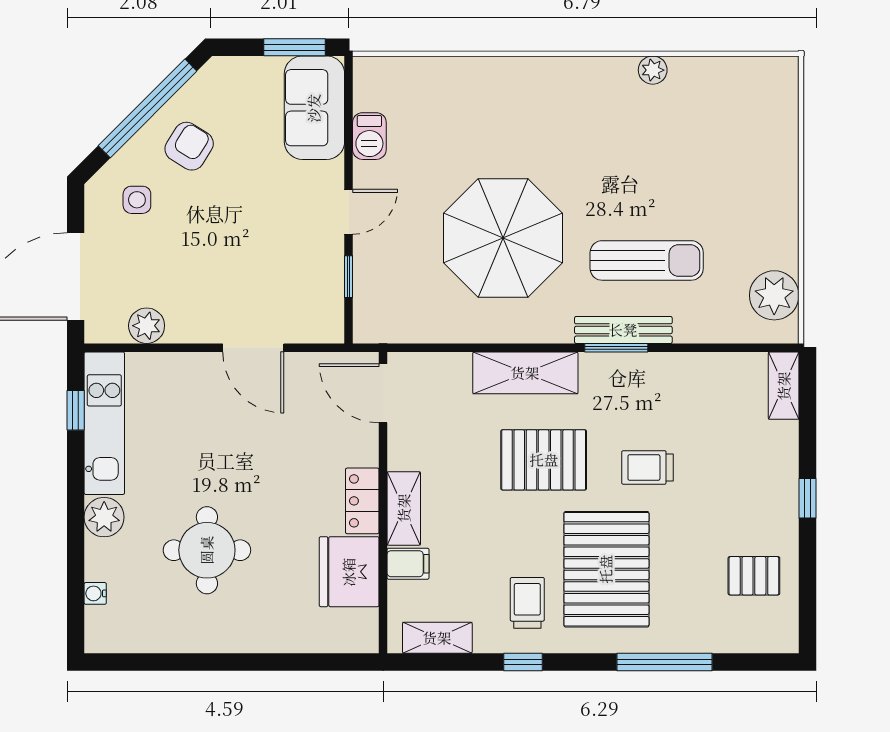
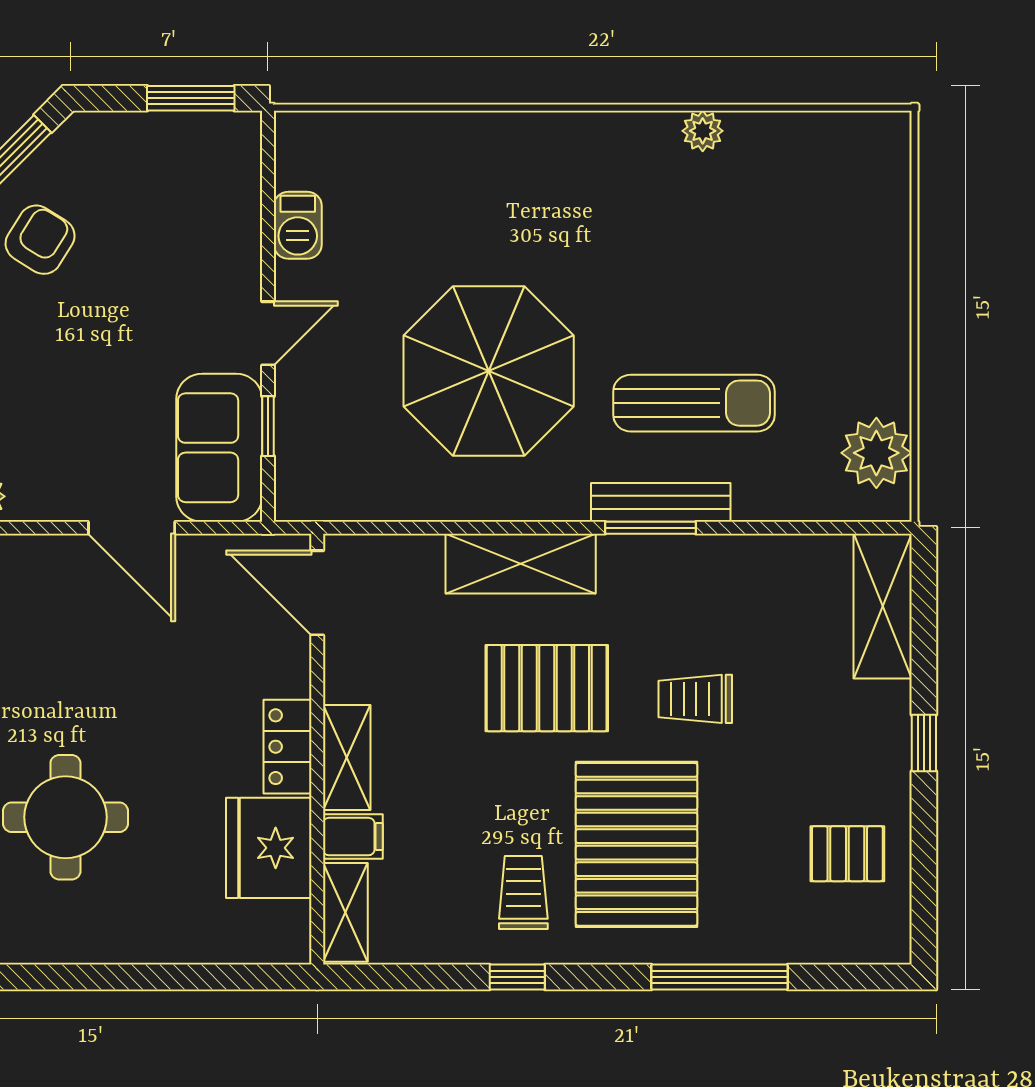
sofa: (314, 108) -> (219, 448), moved
shelving: (784, 386) -> (883, 606), width x1.50, depth x1.33
shelving: (437, 638) -> (345, 912), moved, turned 90

